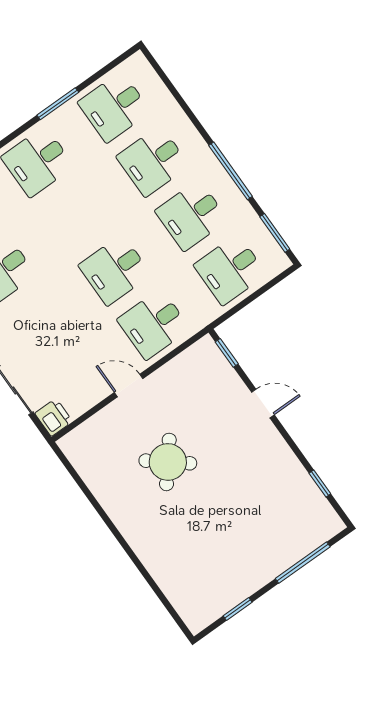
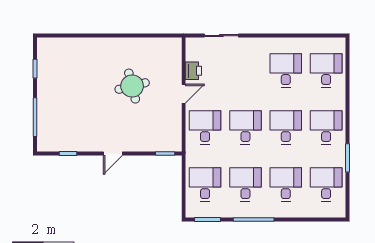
desk: (76, 216) -> (286, 127), added
door: (263, 404) -> (113, 154), moved
printer: (54, 417) -> (193, 71), moved, turned -90
round table: (168, 462) -> (132, 86), turned 37

